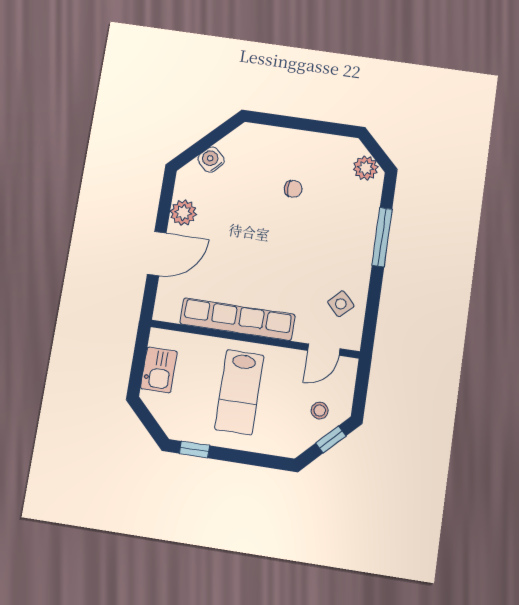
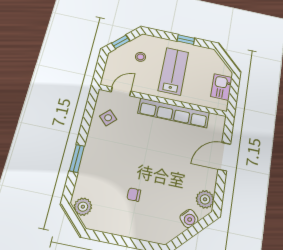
plant: (183, 213) -> (205, 199), moved
window: (382, 237) -> (77, 158), width x0.69
stool: (320, 411) -> (140, 57), moved
window: (194, 450) -> (186, 40), moved

